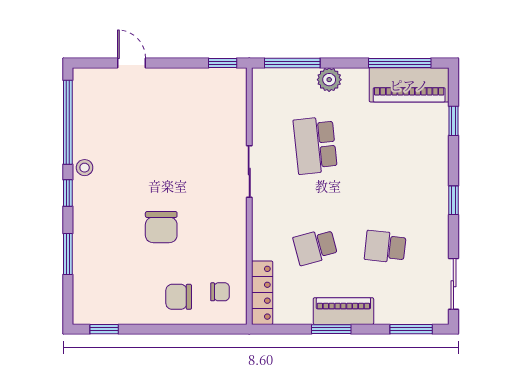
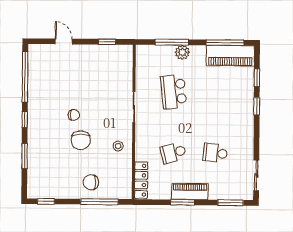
window: (223, 63) -> (107, 42), moved
window: (292, 63) -> (172, 42), moved
stool: (85, 168) -> (118, 146), moved
window: (453, 200) -> (257, 106), moved
chair: (220, 292) -> (74, 115), moved
window: (193, 329) -> (99, 202), added

